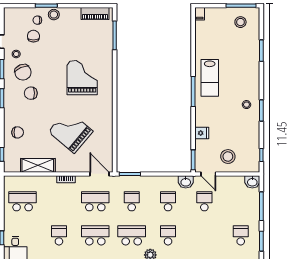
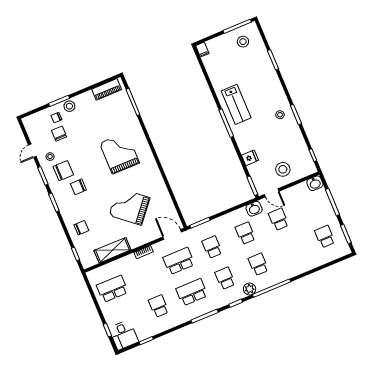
chair: (23, 72) -> (63, 171), turned -67
school desk: (132, 235) -> (225, 278), width x0.54

